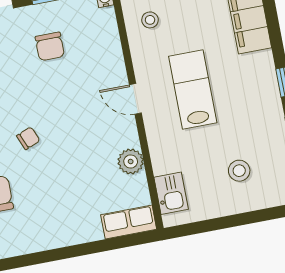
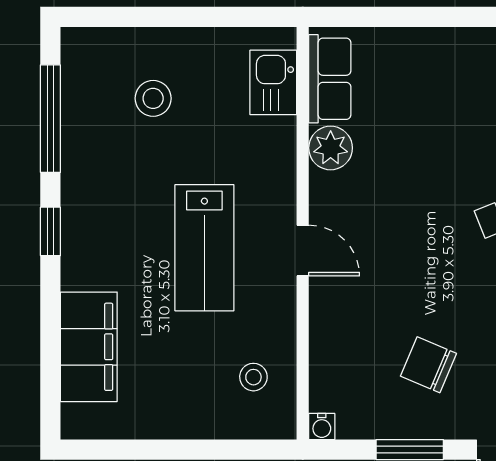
chair: (50, 46) -> (428, 365), turned -67
row of seats: (129, 222) -> (330, 79), moved, turned -90

